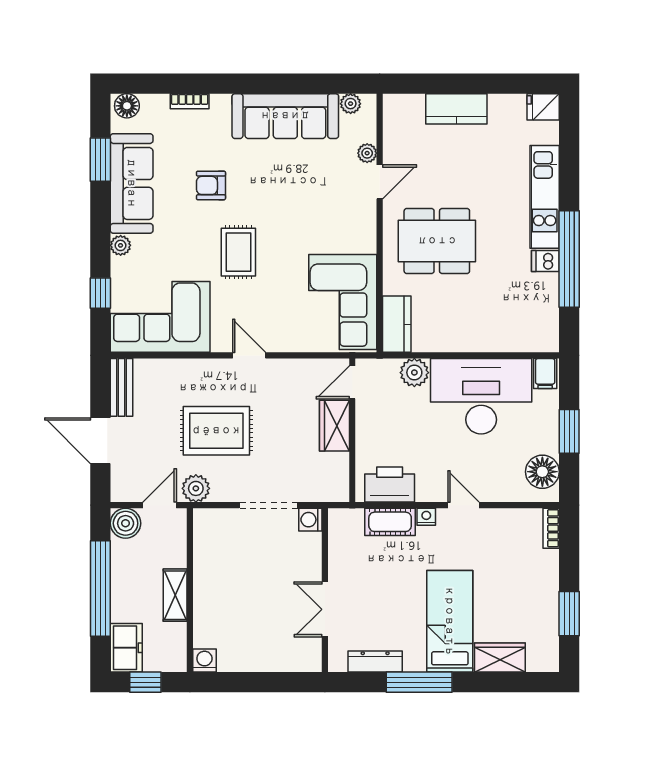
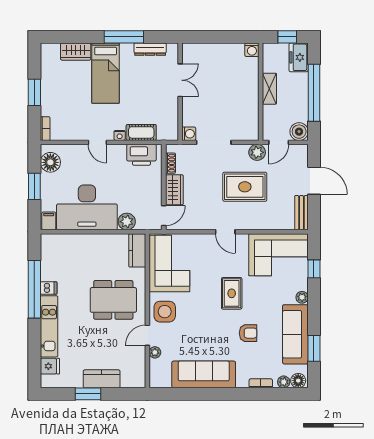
window: (479, 84) -> (88, 394), added
plant: (351, 104) -> (284, 382), moved
fridge: (543, 107) -> (50, 366), moved
side table: (351, 221) -> (165, 312), added
shoe rack: (341, 470) -> (171, 163), added
window: (569, 614) -> (34, 92), moved

